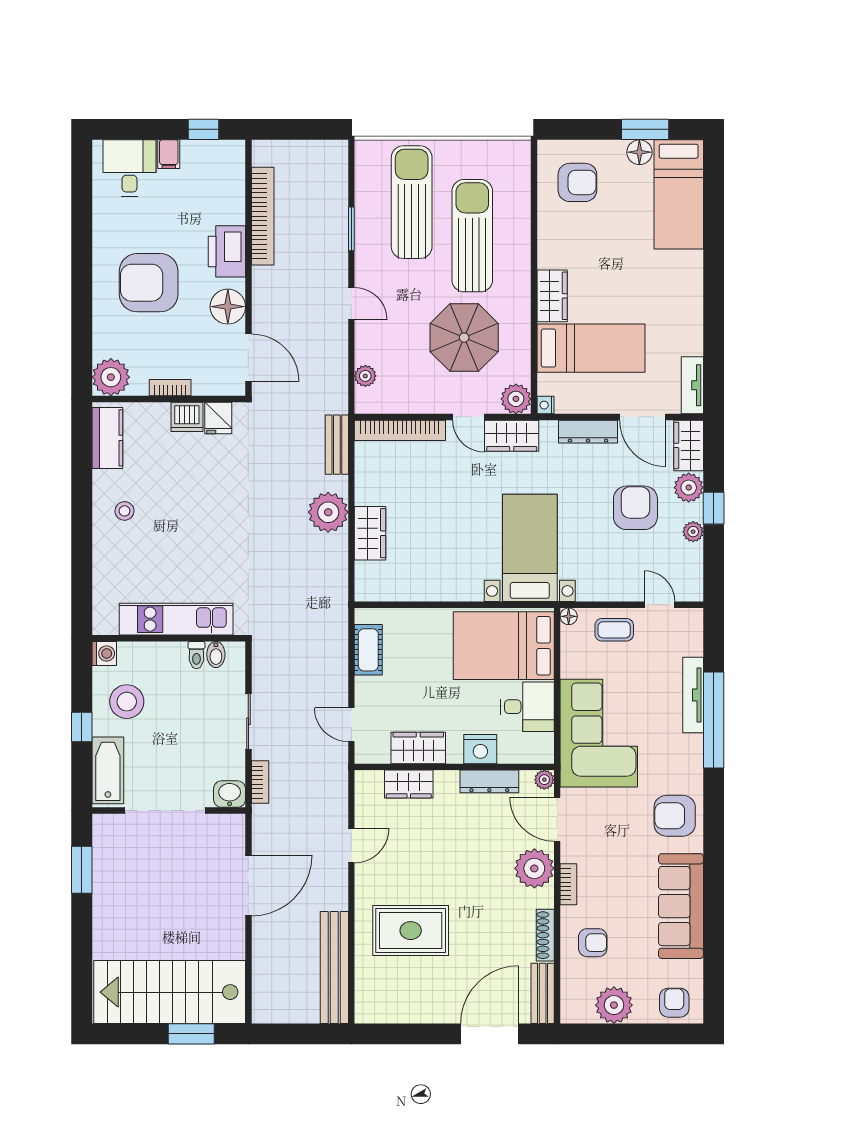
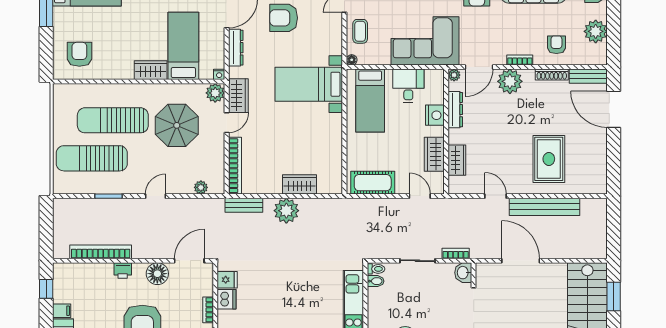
floor lamp: (639, 152) -> (60, 15), removed
printer: (227, 251) -> (123, 270), width x0.53, depth x0.68
bed: (504, 646) -> (370, 101), width x0.67
cot: (368, 650) -> (373, 183), width x1.37, depth x1.34
toilet: (196, 655) -> (376, 269), moved
door: (351, 725) -> (420, 196), swing flipped
bench: (334, 967) -> (545, 207), moved

